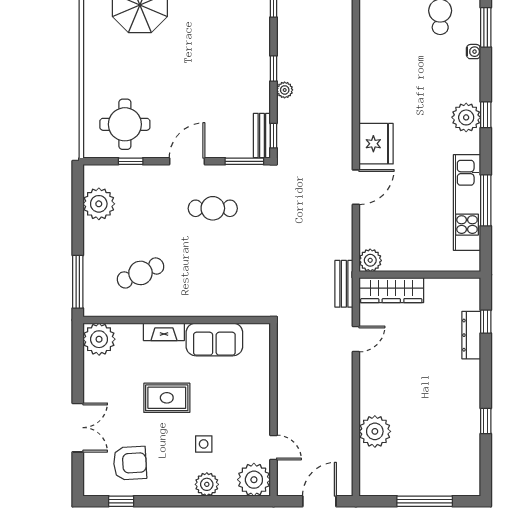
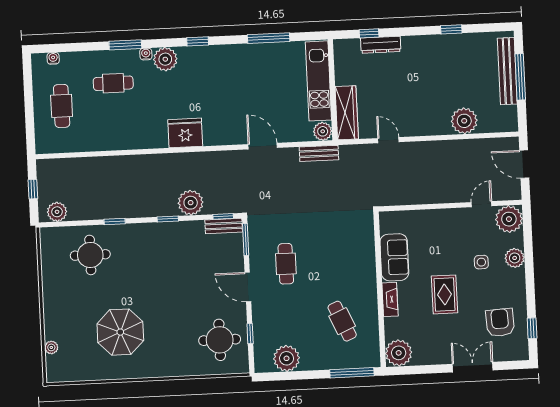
plant: (285, 90) -> (191, 203), width x1.88, depth x1.88
plant: (466, 117) -> (165, 59), moved
fridge: (376, 144) -> (185, 133), moved
kitchen unit: (467, 202) -> (318, 81), moved, turned 90
bench: (344, 284) -> (319, 153), moved
bench: (432, 486) -> (507, 71), added

